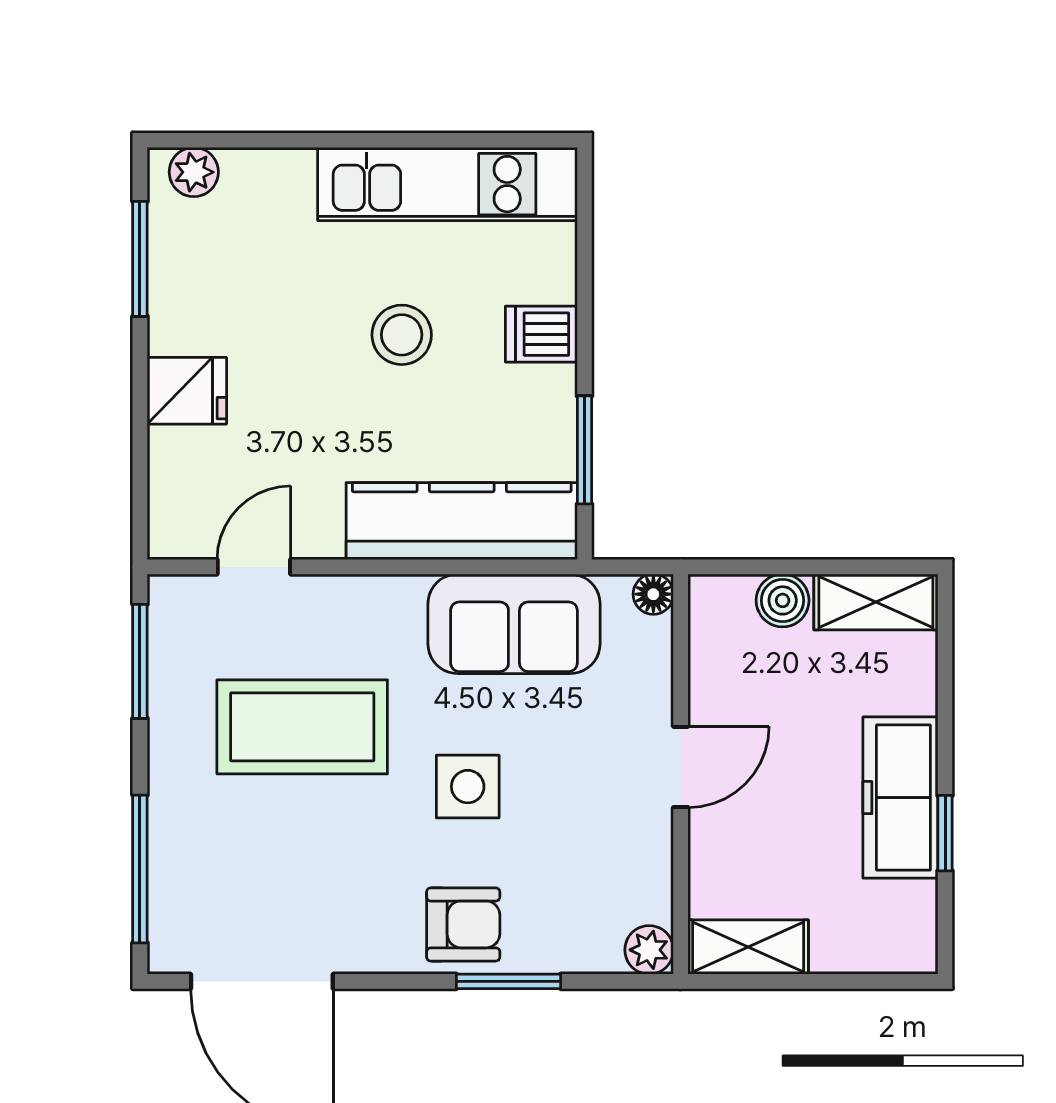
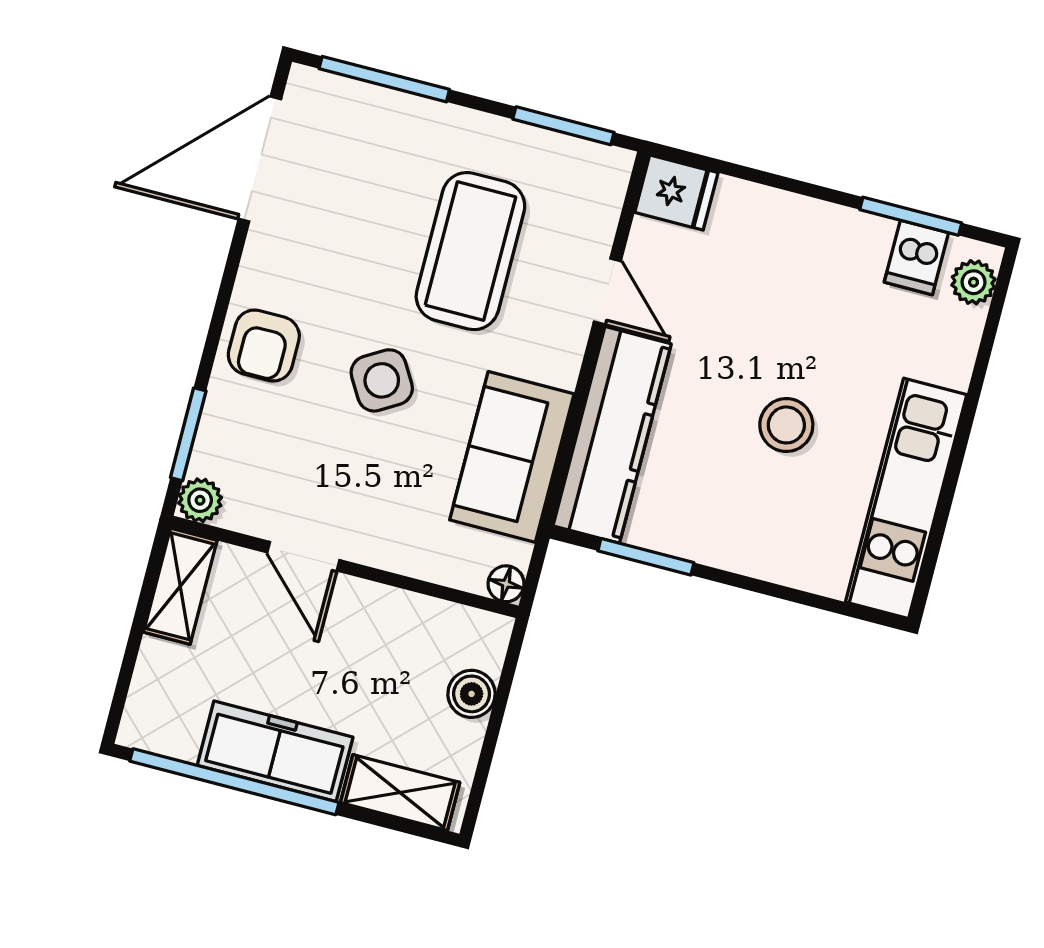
dishwasher: (541, 334) -> (916, 257), moved, turned 180
fridge: (187, 391) -> (676, 192), moved, turned -90
door: (254, 567) -> (607, 291), moved
shelving: (876, 602) -> (400, 793), moved, turned 90
door: (681, 767) -> (303, 556), moved
side table: (468, 787) -> (382, 380), turned -31
window: (945, 833) -> (234, 782), width x3.17
window: (509, 981) -> (188, 434), moved

